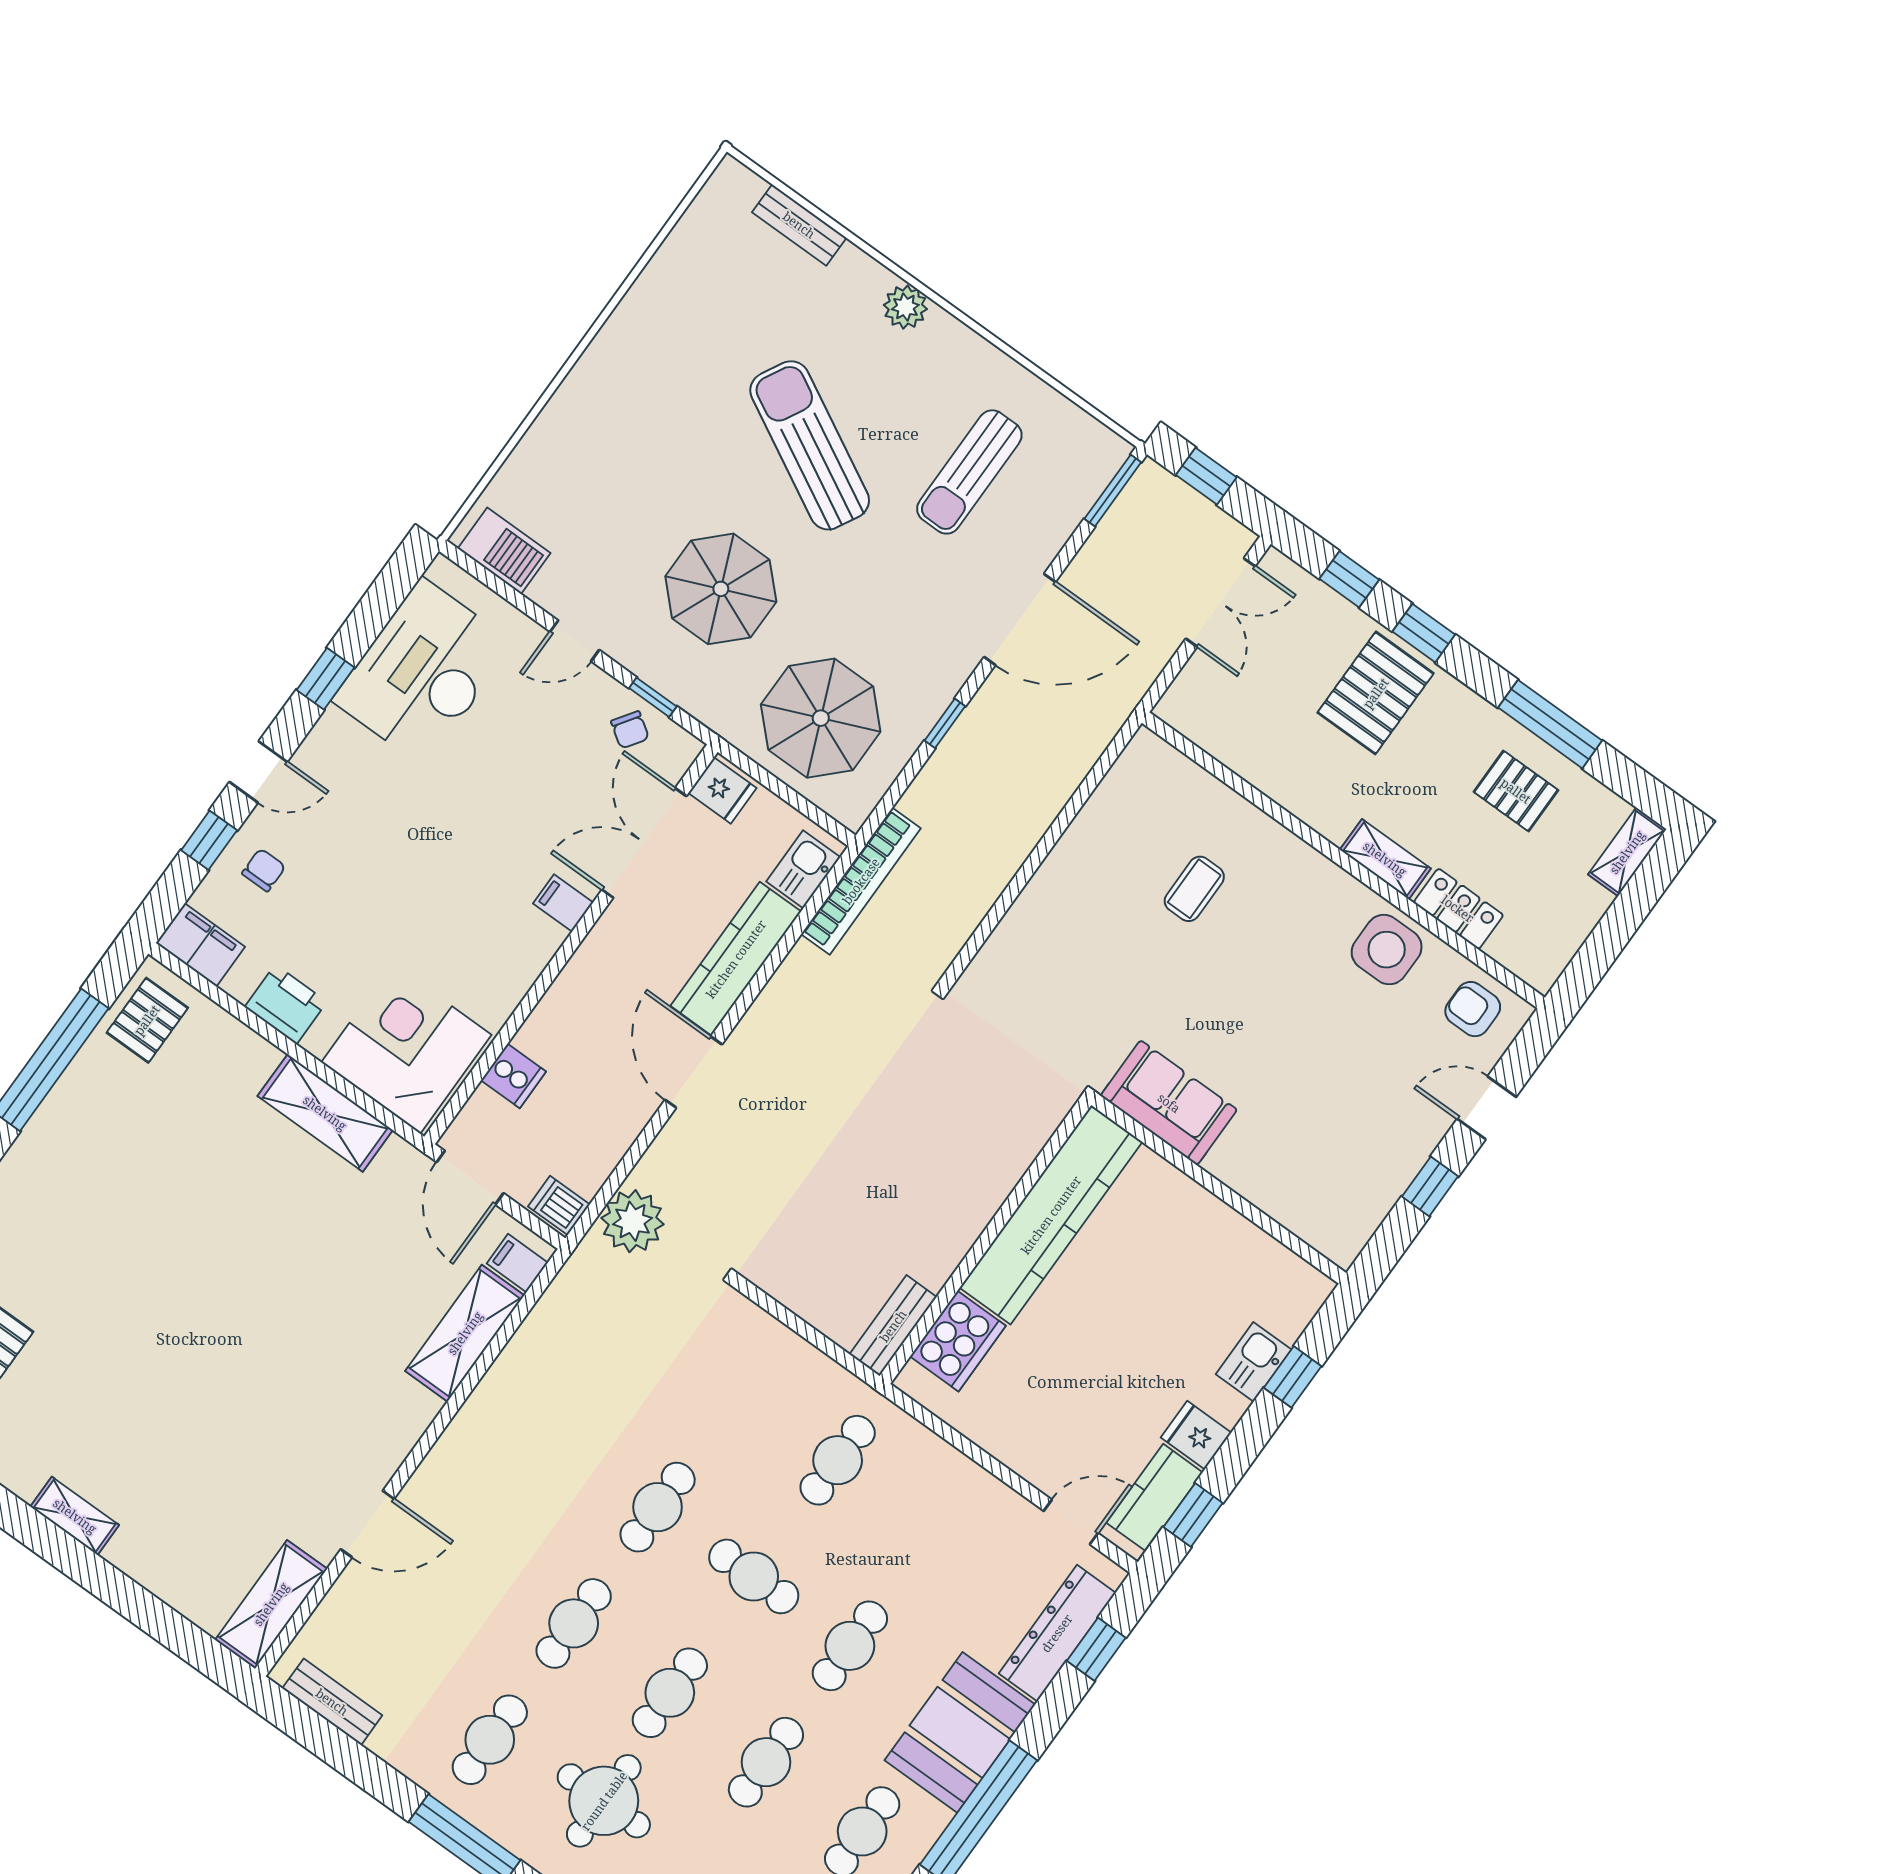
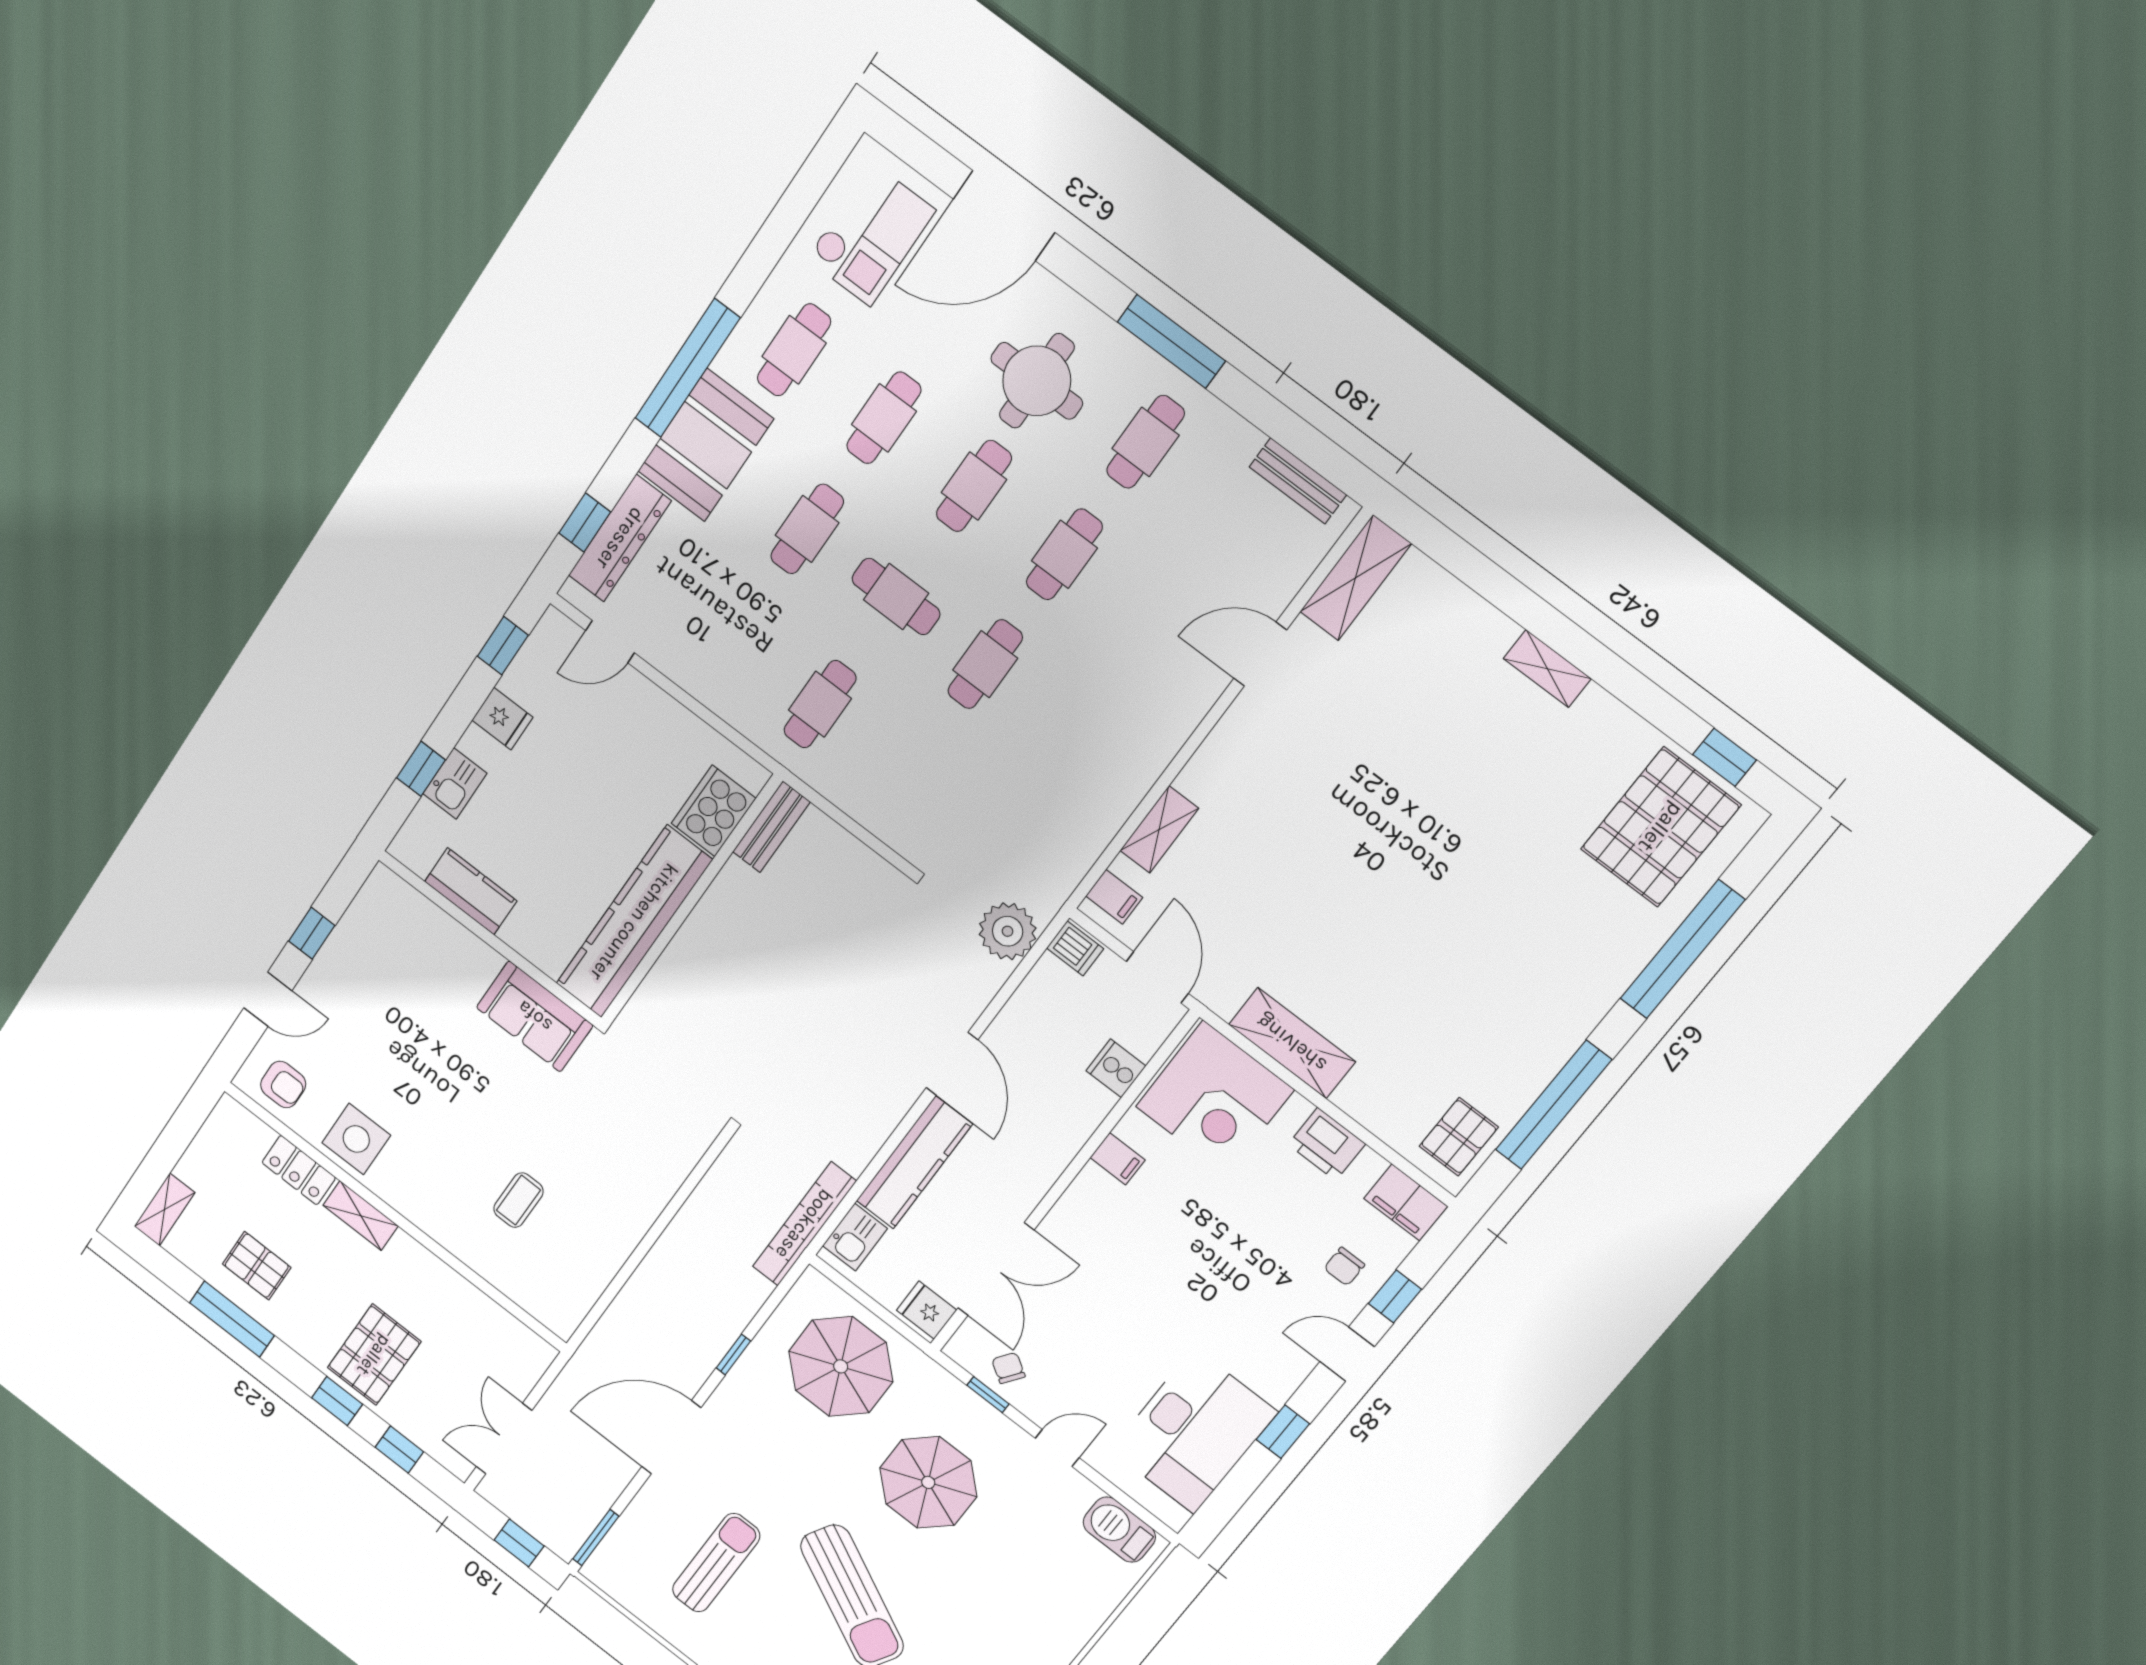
filing cabinet: (563, 903) -> (1118, 1159), moved
shelving: (465, 1333) -> (1159, 829), width x0.67, depth x0.75
kitchen counter: (1155, 1498) -> (471, 891), moved, turned -90

